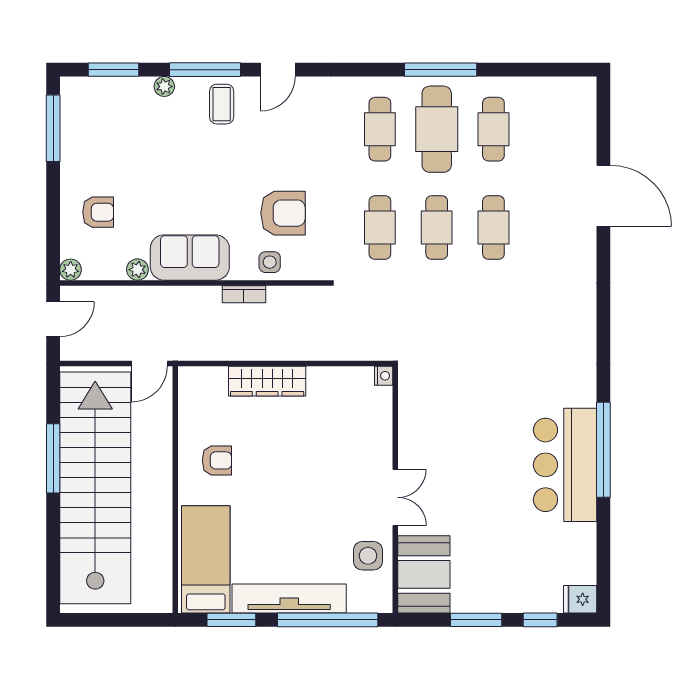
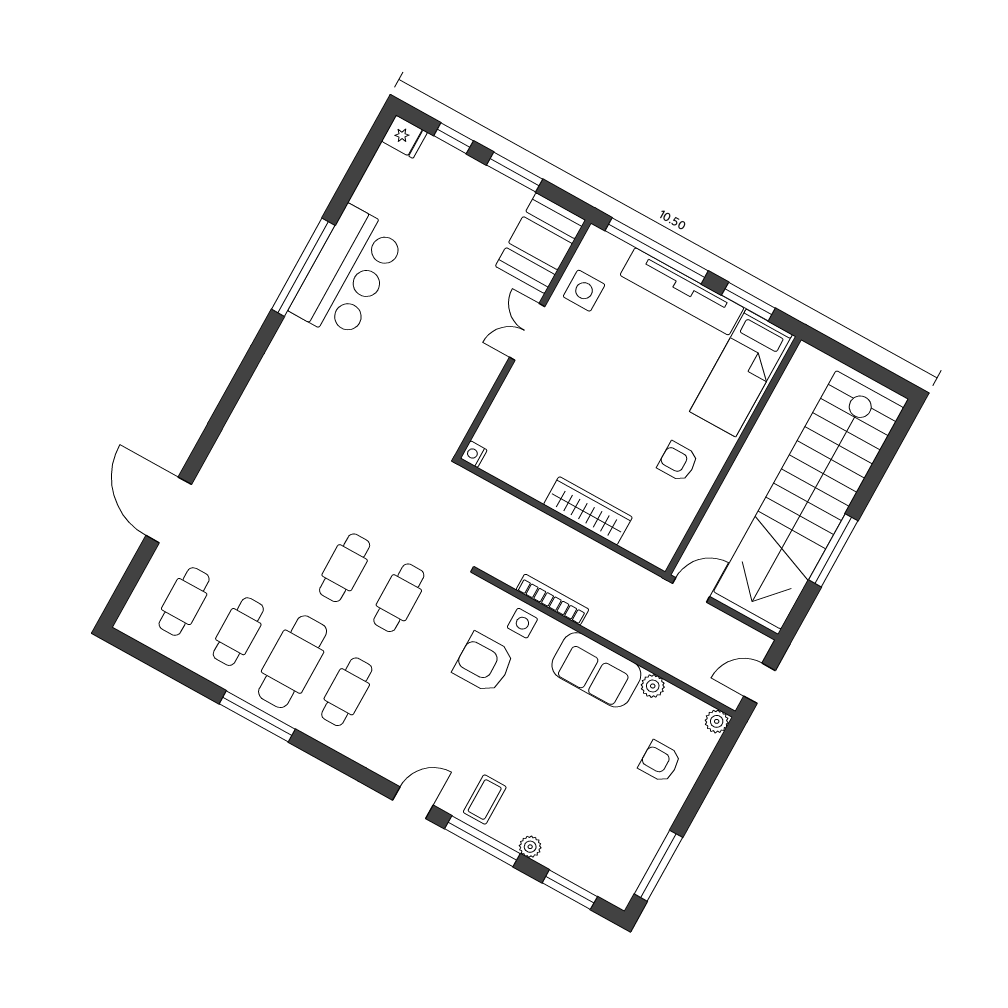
cafe table: (493, 228) -> (184, 602), moved
bookcase: (244, 294) -> (552, 600), width x1.56

